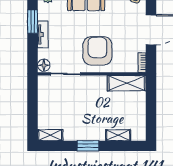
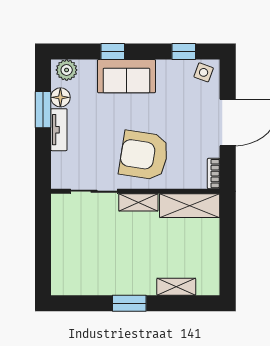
armchair: (97, 51) -> (144, 155), turned -81
floor lamp: (44, 65) -> (60, 97), moved
shelving: (50, 135) -> (138, 202), moved

